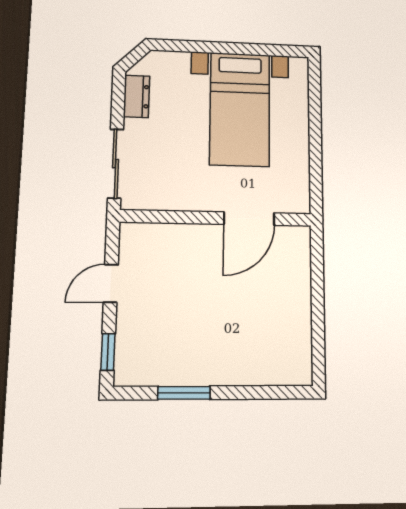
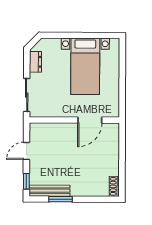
shoe rack: (302, 363) -> (114, 186), added
bench: (159, 373) -> (49, 191), added

